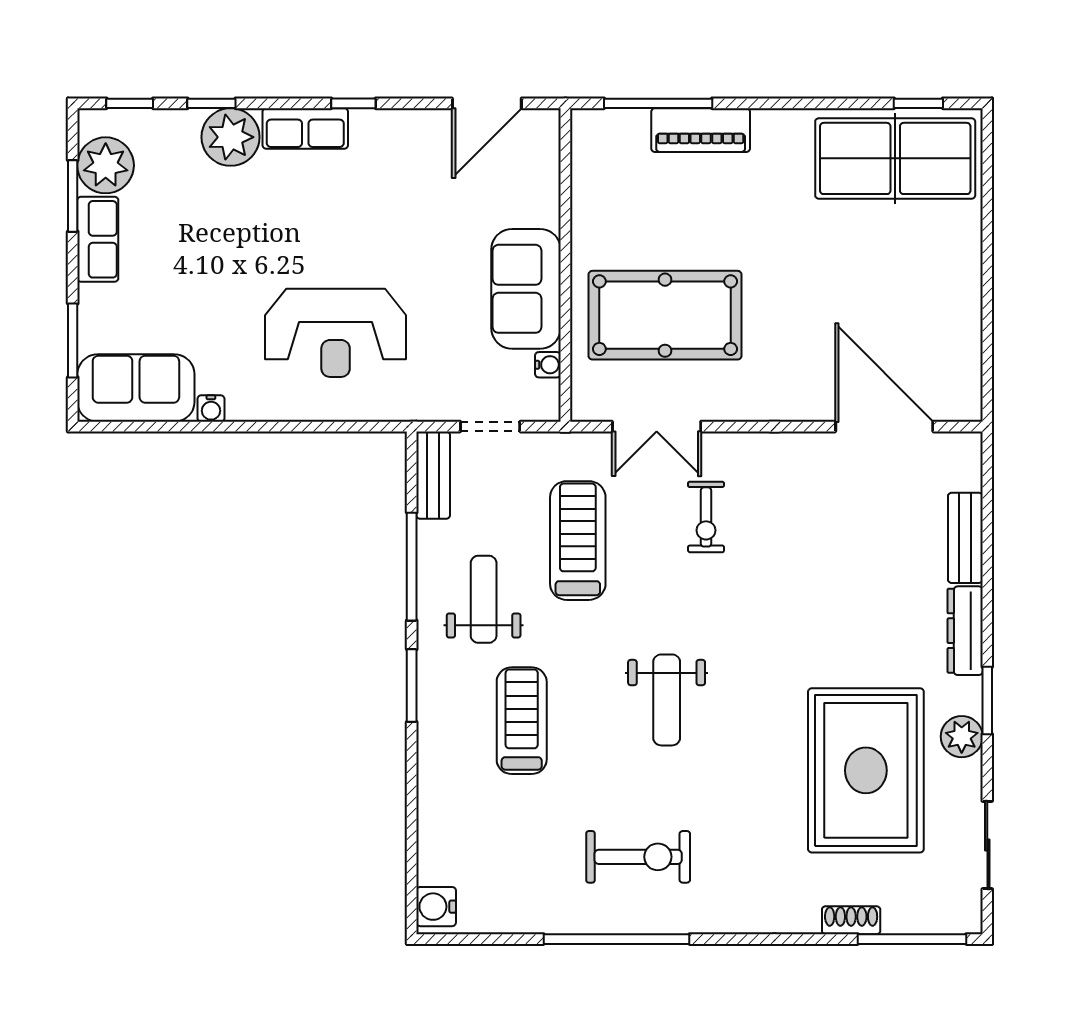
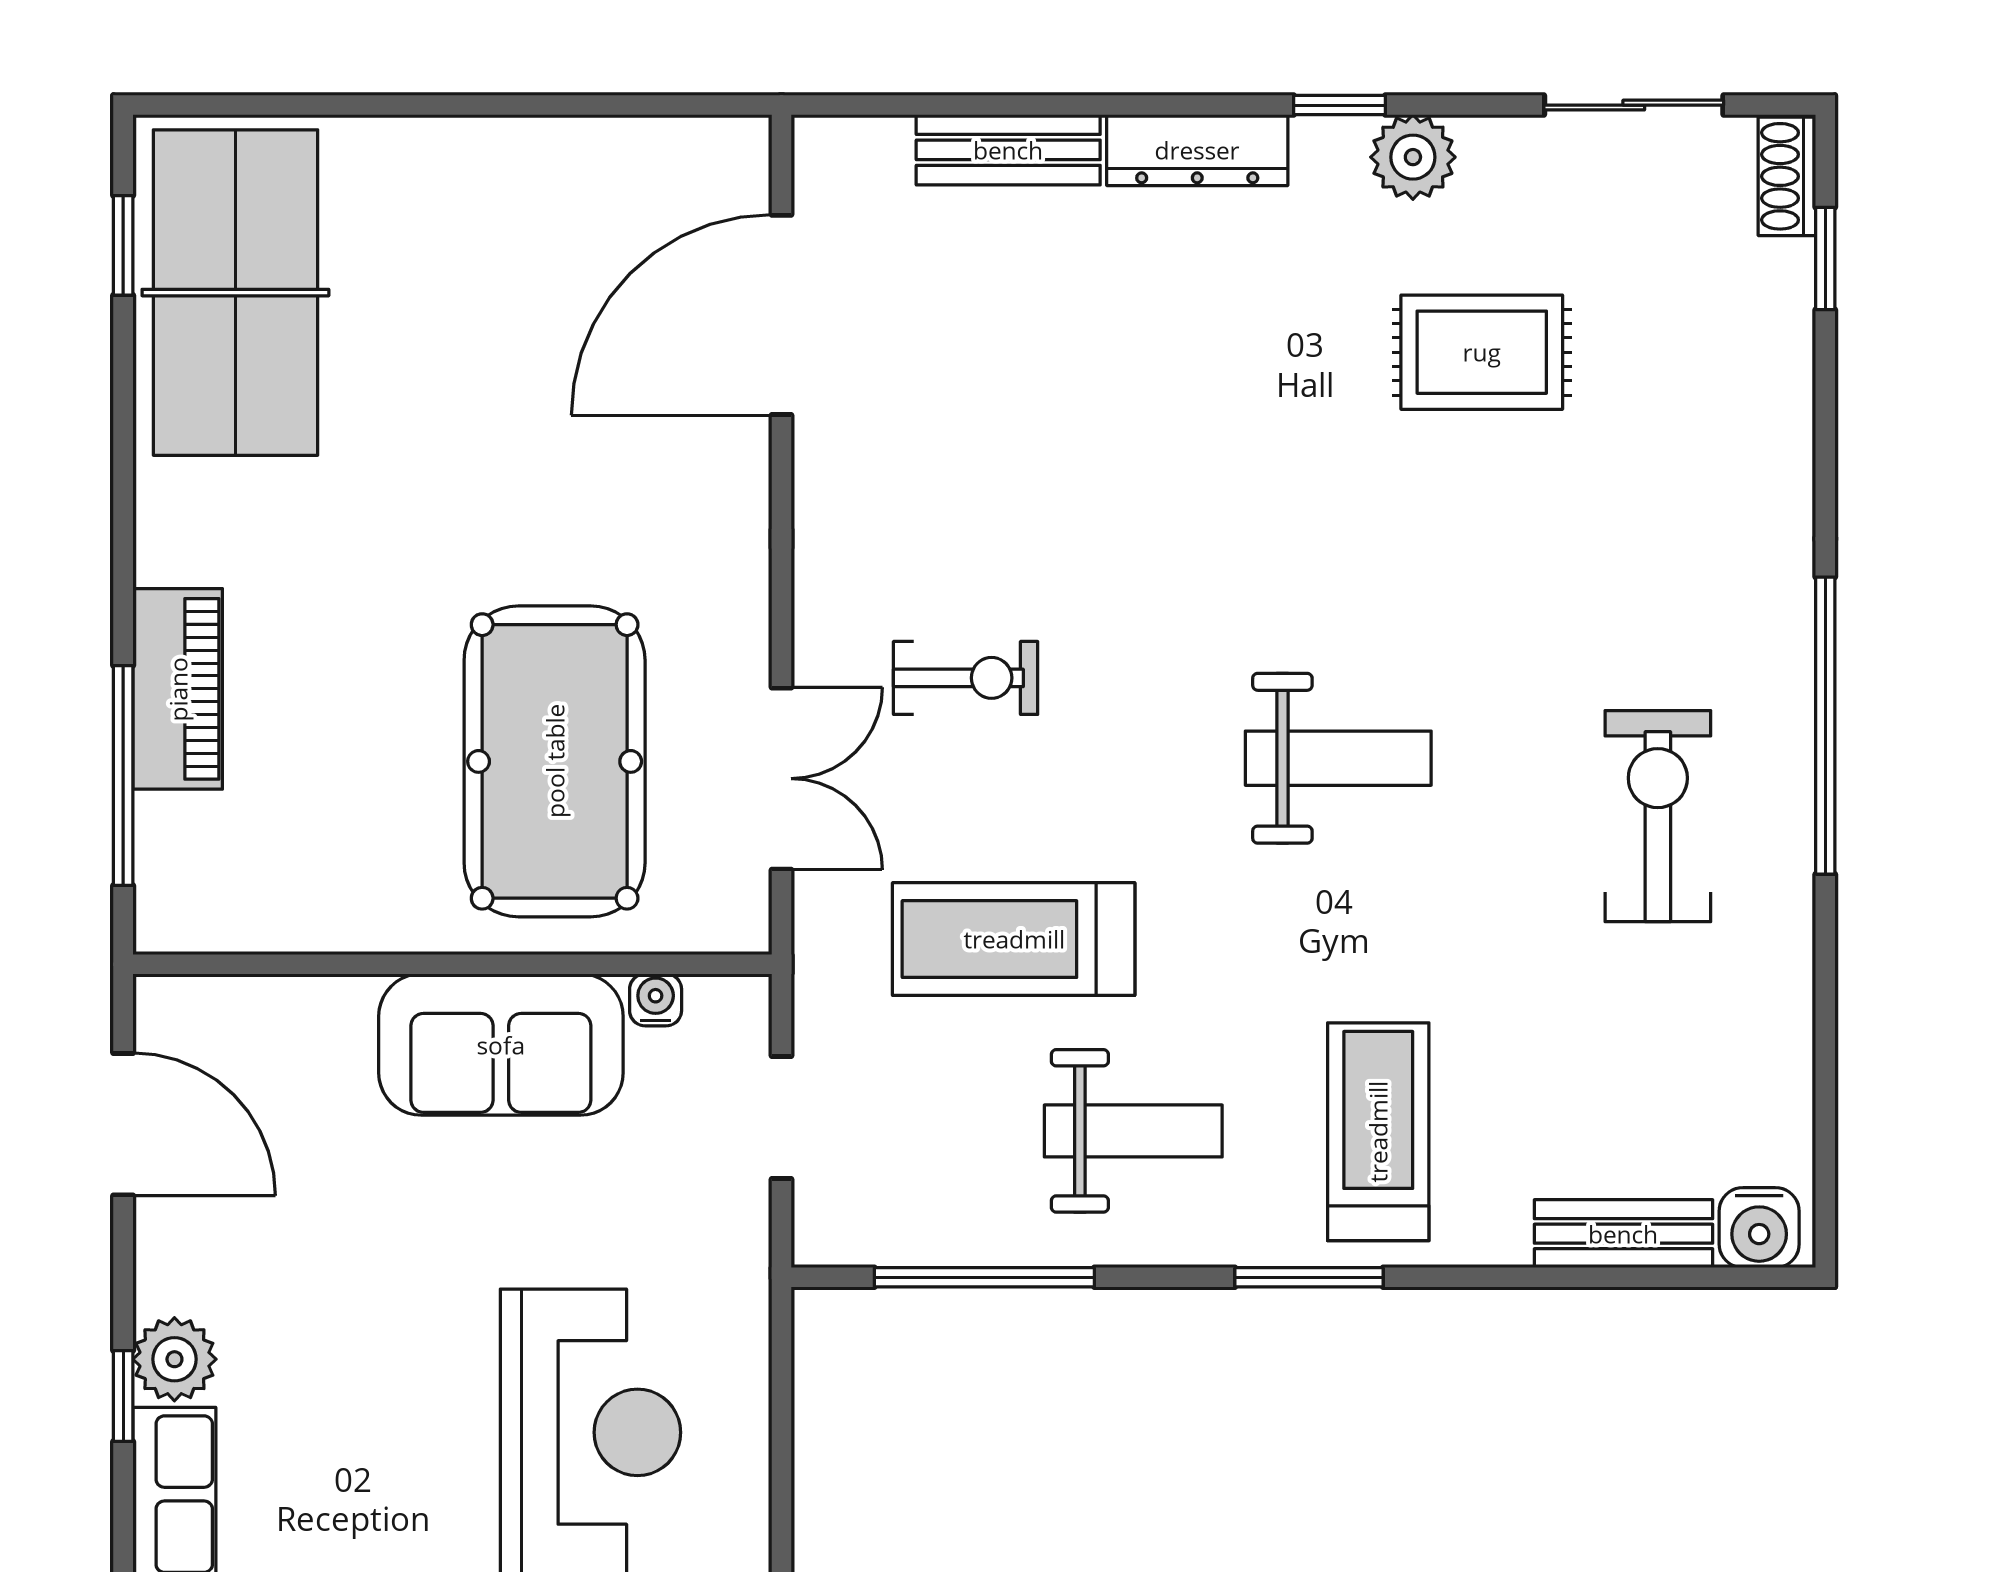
plant: (372, 129) -> (174, 1359), added
bench: (433, 475) -> (1623, 1234), moved
window: (412, 567) -> (984, 1277), moved
weight bench: (484, 599) -> (1133, 1131), turned 180
window: (987, 701) -> (1339, 105), width x0.67
treadmill: (522, 721) -> (1378, 1132), moved, turned 90
rug: (866, 770) -> (1482, 352), width x0.54, depth x0.49
shoe rack: (851, 920) -> (1787, 176), moved
window: (616, 939) -> (1825, 726), moved
window: (912, 939) -> (1825, 258), width x0.46

